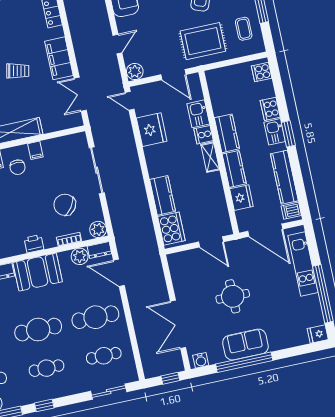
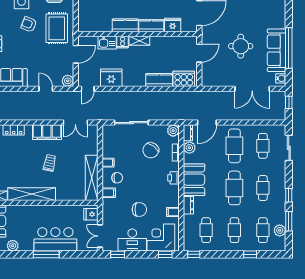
sofa: (245, 345) -> (277, 50), width x1.36

